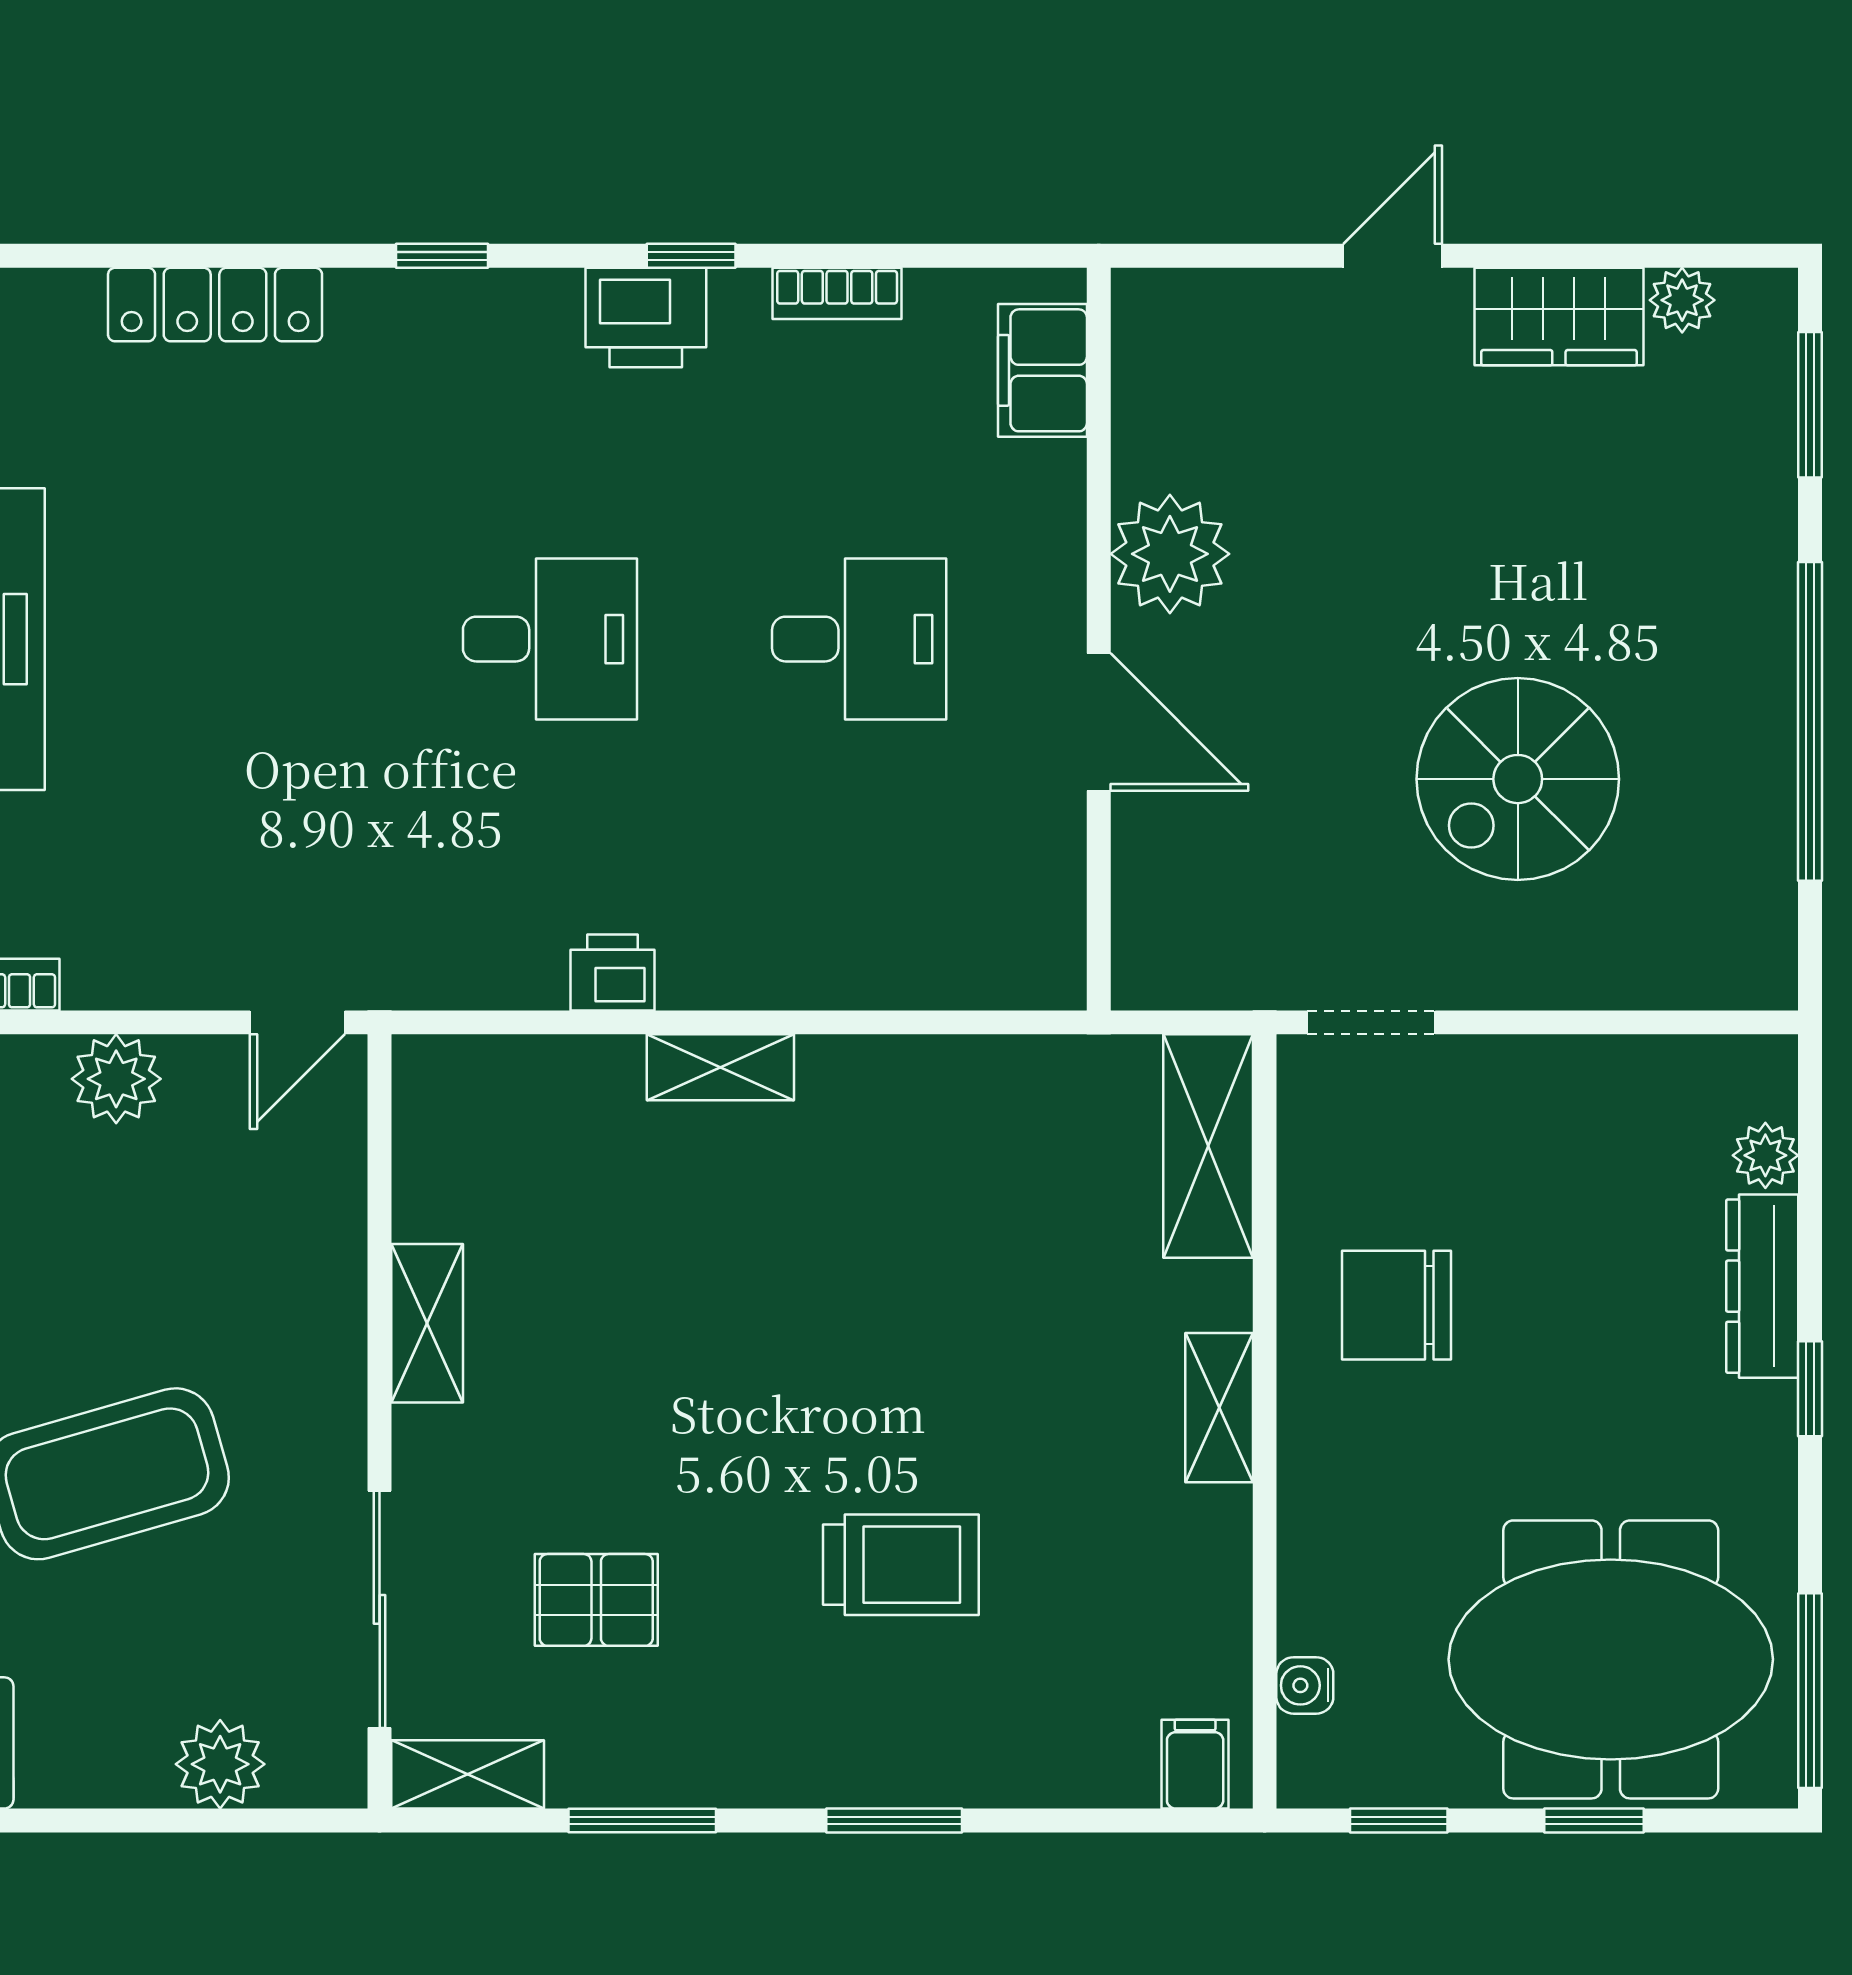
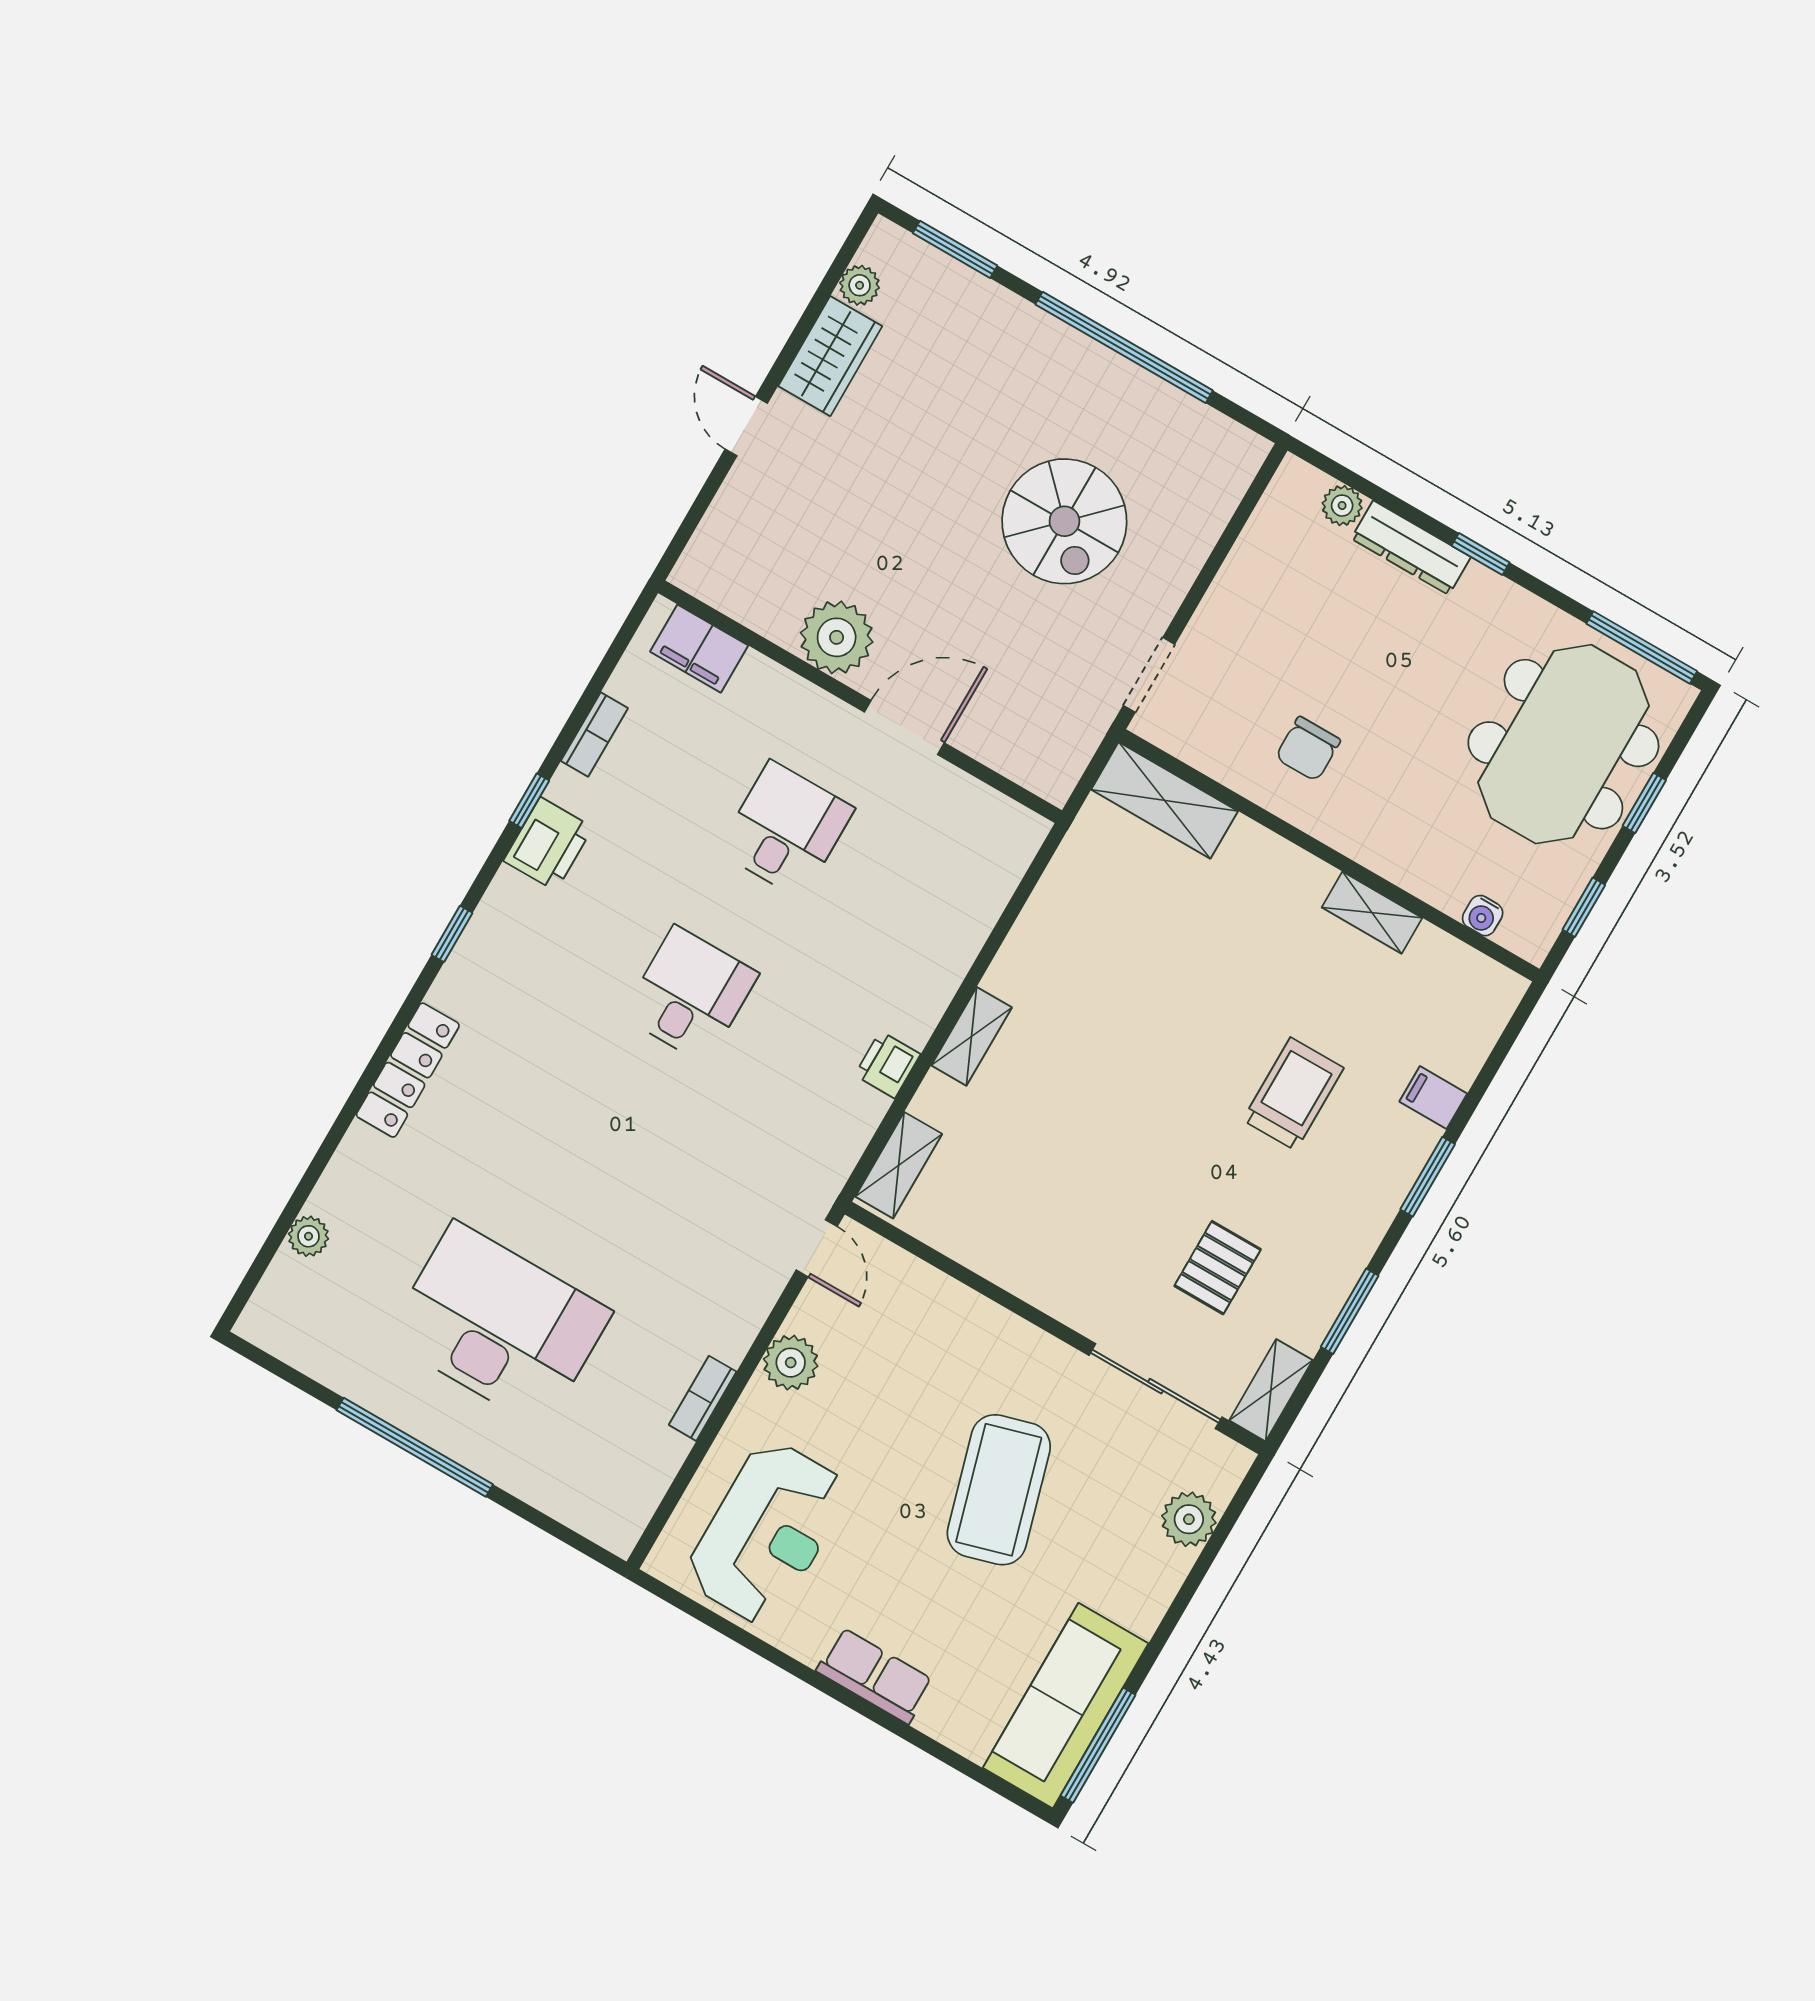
chair: (1397, 1305) -> (1308, 749), width x0.73, depth x0.73
shelving: (427, 1323) -> (899, 1165), moved, turned 90
shelving: (1219, 1408) -> (1372, 913), moved
filing cabinet: (1195, 1764) -> (1433, 1098), moved

